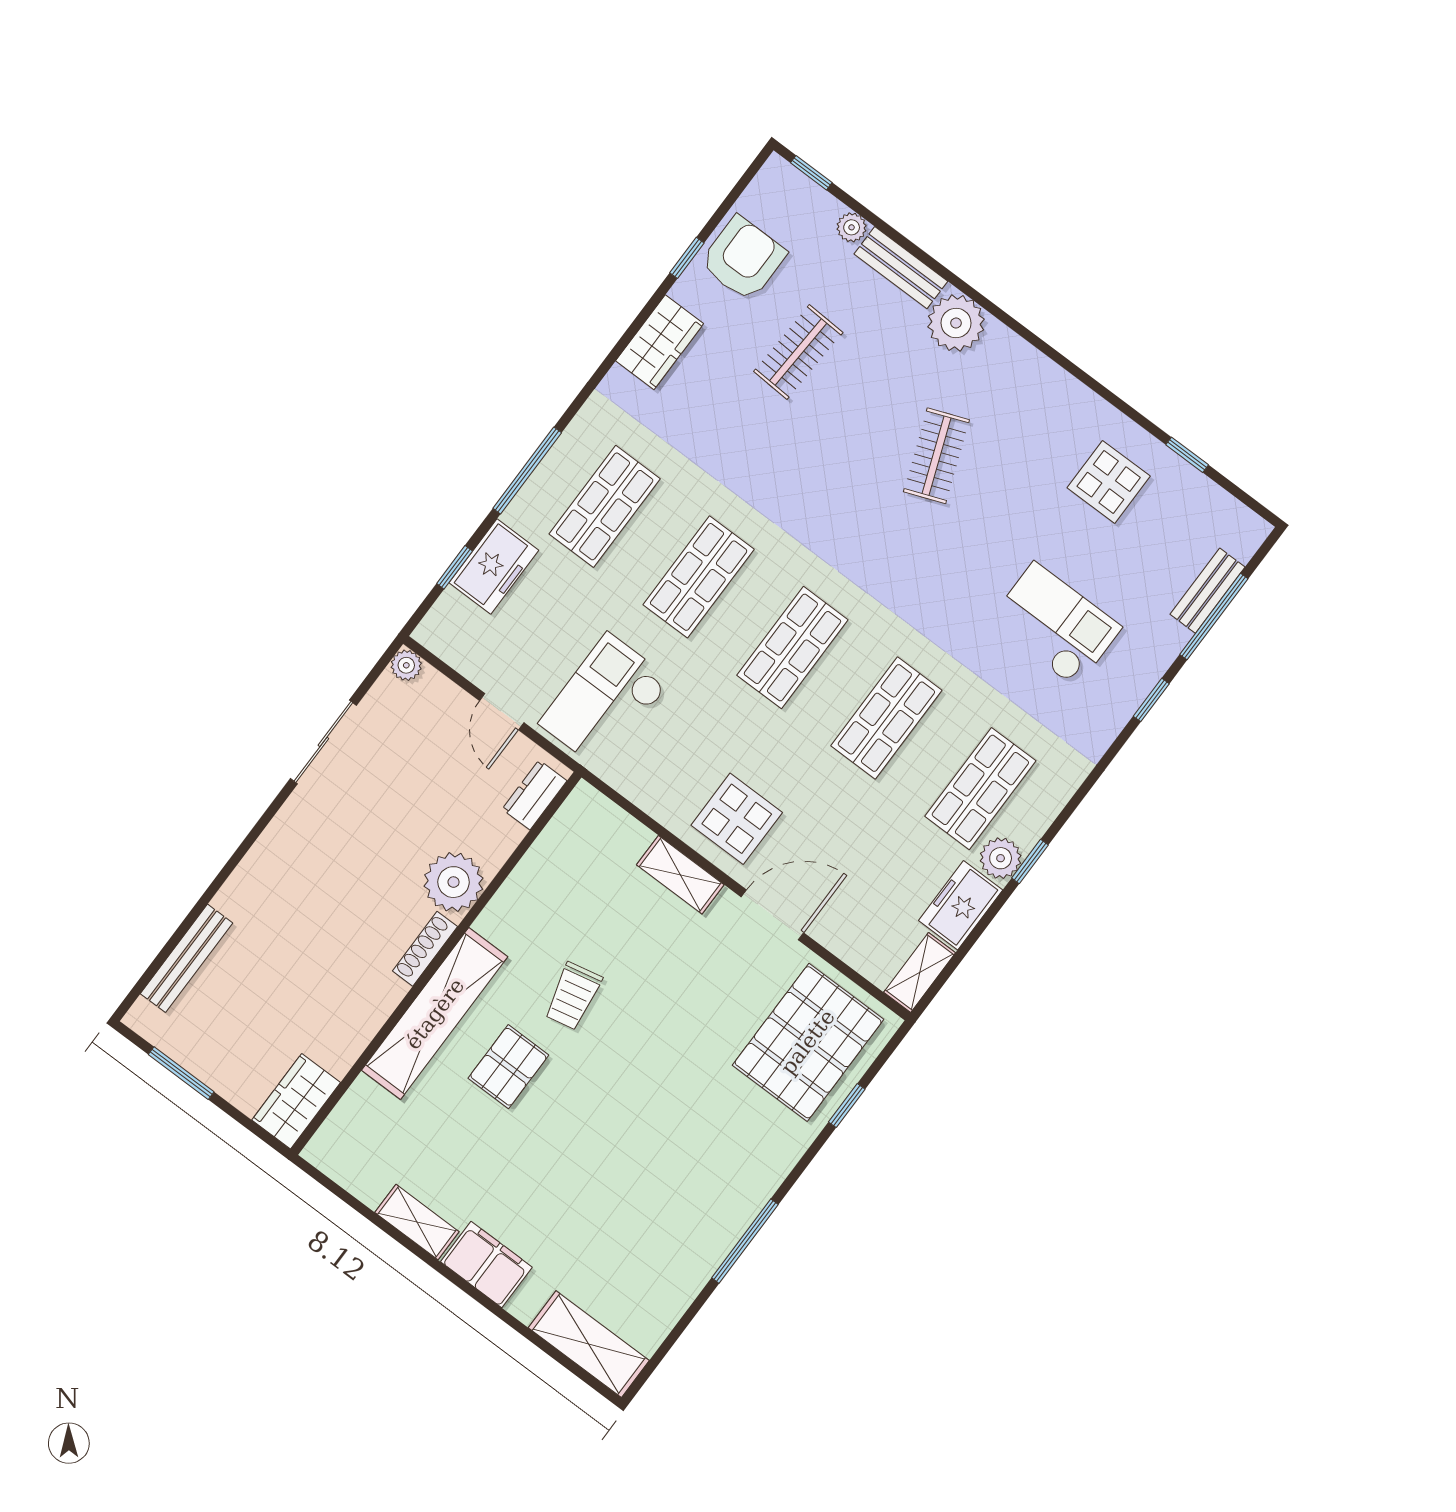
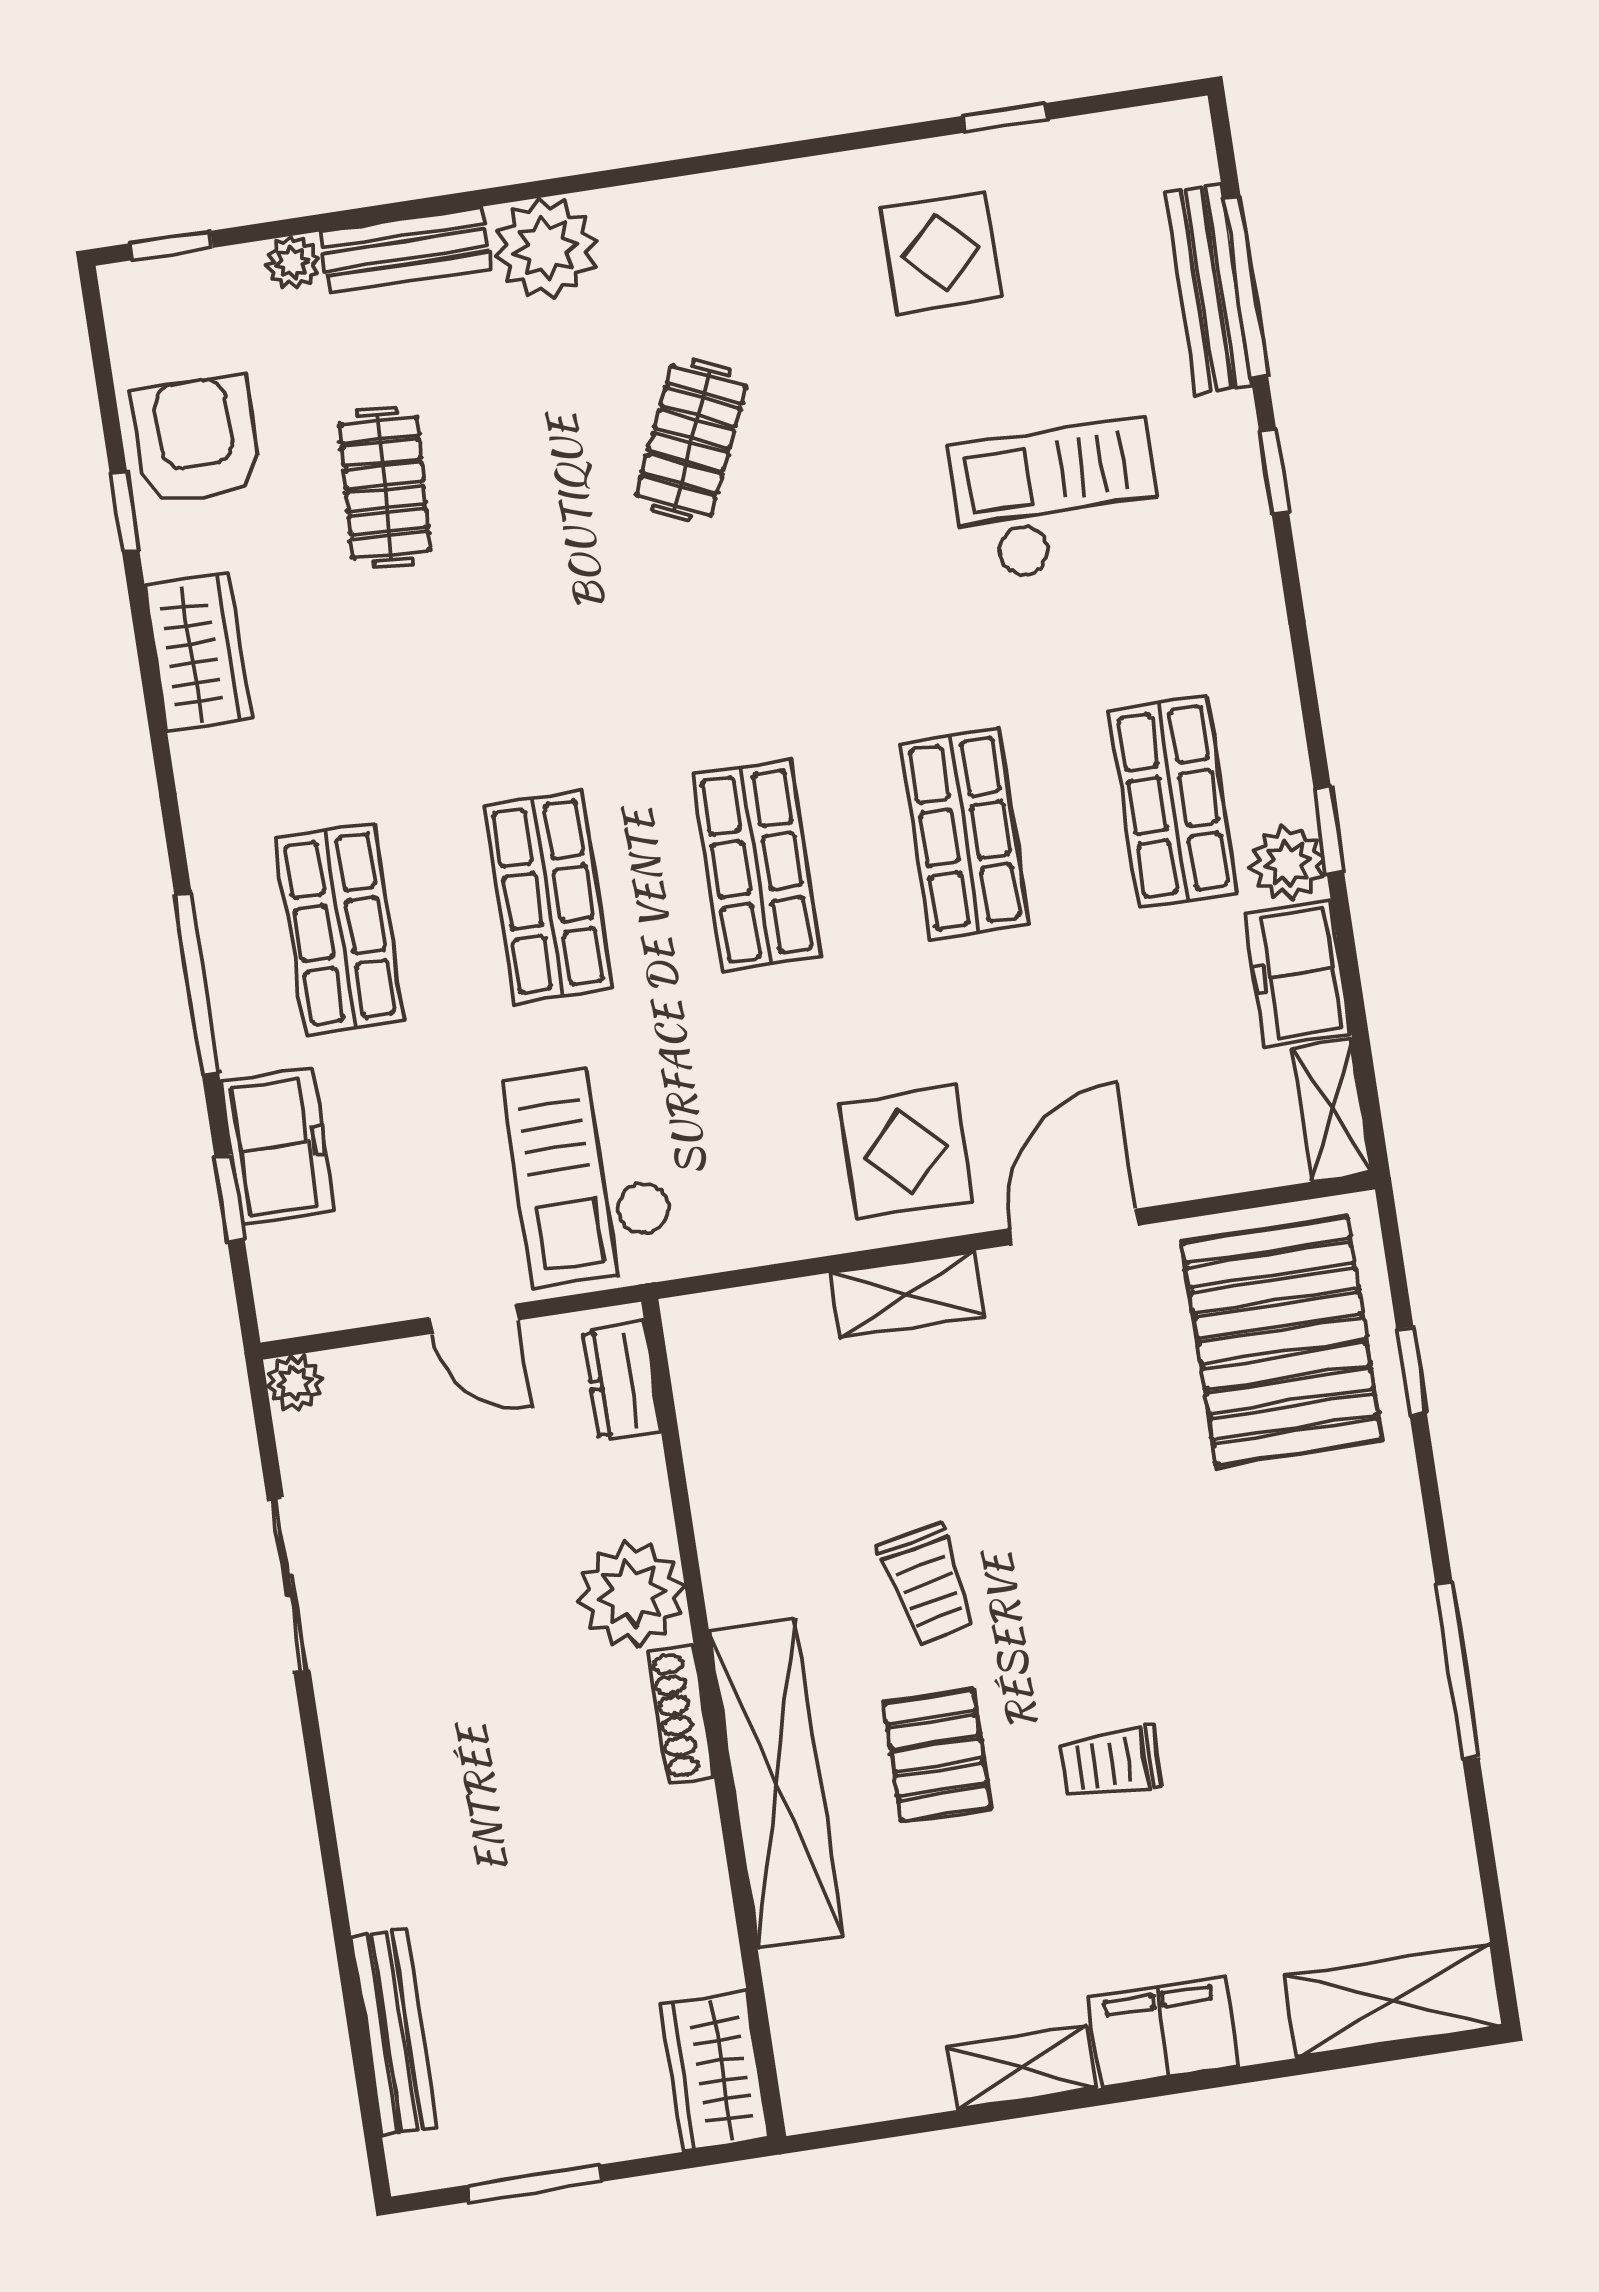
clothes rail: (936, 456) -> (691, 440), turned 45
bench: (1208, 591) -> (1209, 289), width x1.36
trolley: (573, 1138) -> (1111, 1762), added

